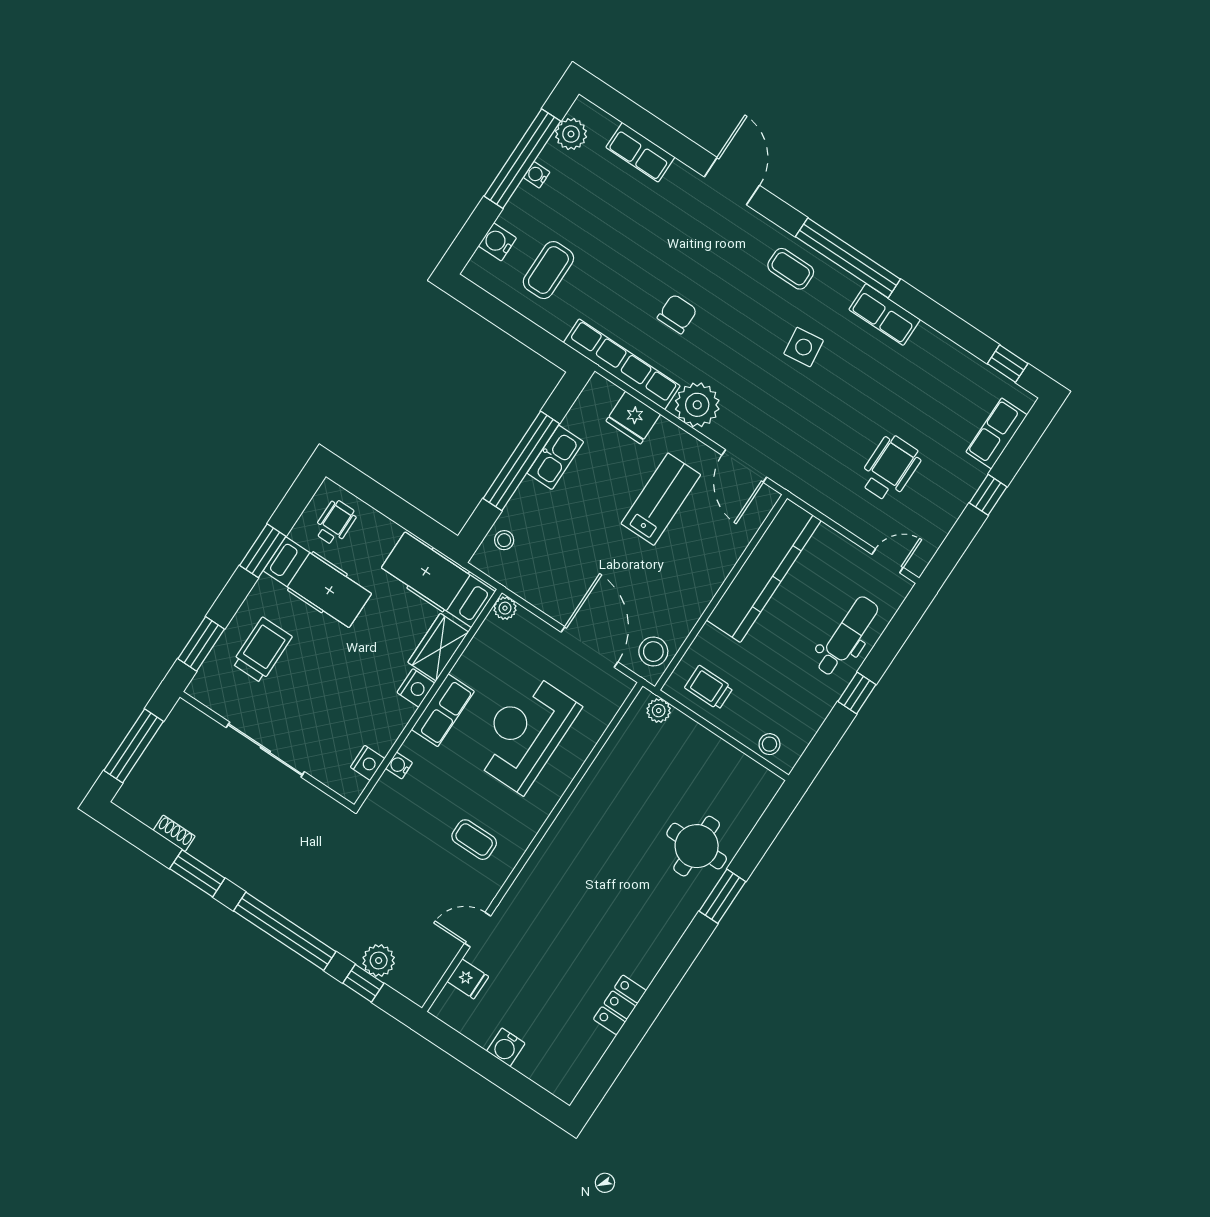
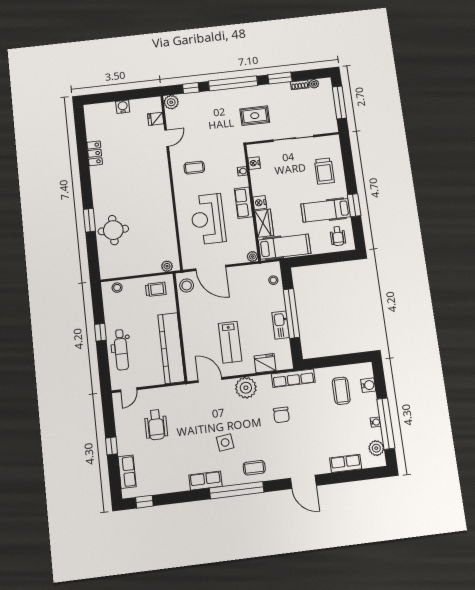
row of seats: (622, 364) -> (293, 378), width x0.73
window: (201, 644) -> (347, 156), removed
reception desk: (525, 733) -> (208, 219), turned 180
plant: (148, 815) -> (314, 84), added
rug: (296, 844) -> (255, 116), added
plant: (379, 961) -> (171, 102), moved

